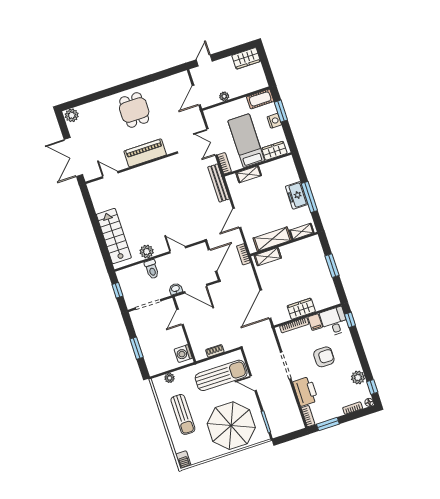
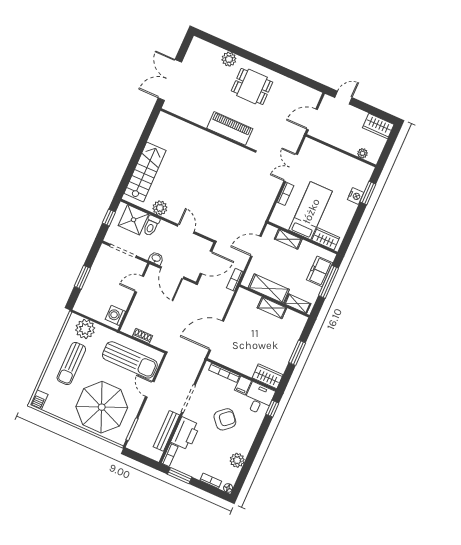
plant: (224, 96) -> (362, 153), moved
cot: (260, 99) -> (360, 168), removed
dining table: (134, 110) -> (252, 86), turned 90
plant: (72, 115) -> (229, 59), moved
bed: (246, 141) -> (311, 211), moved
wardrobe: (274, 151) -> (326, 239), moved
wall: (258, 164) -> (302, 238), moved
shelving: (249, 174) -> (288, 239), moved
door: (110, 175) -> (186, 121), removed
bench: (219, 183) -> (166, 431), moved
shelving: (268, 257) -> (272, 308), moved
shower: (136, 276) -> (133, 220), added
wardrobe: (301, 309) -> (268, 376), moved
armchair: (324, 357) -> (225, 419), turned -41
plant: (170, 378) -> (85, 329), width x1.87, depth x1.87
window: (372, 387) -> (242, 478), removed

